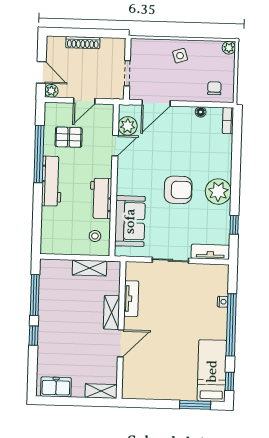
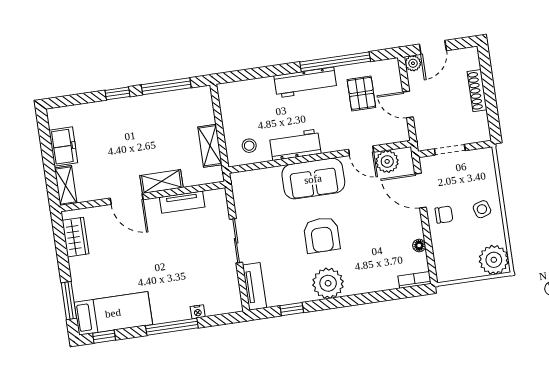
plant: (229, 48) -> (494, 260), width x1.87, depth x1.87
chair: (214, 88) -> (444, 215), moved
sofa: (130, 221) -> (313, 179), moved
window: (231, 325) -> (172, 327), width x0.68
freezer: (56, 387) -> (63, 146), moved
wardrobe: (144, 390) -> (75, 237), added

